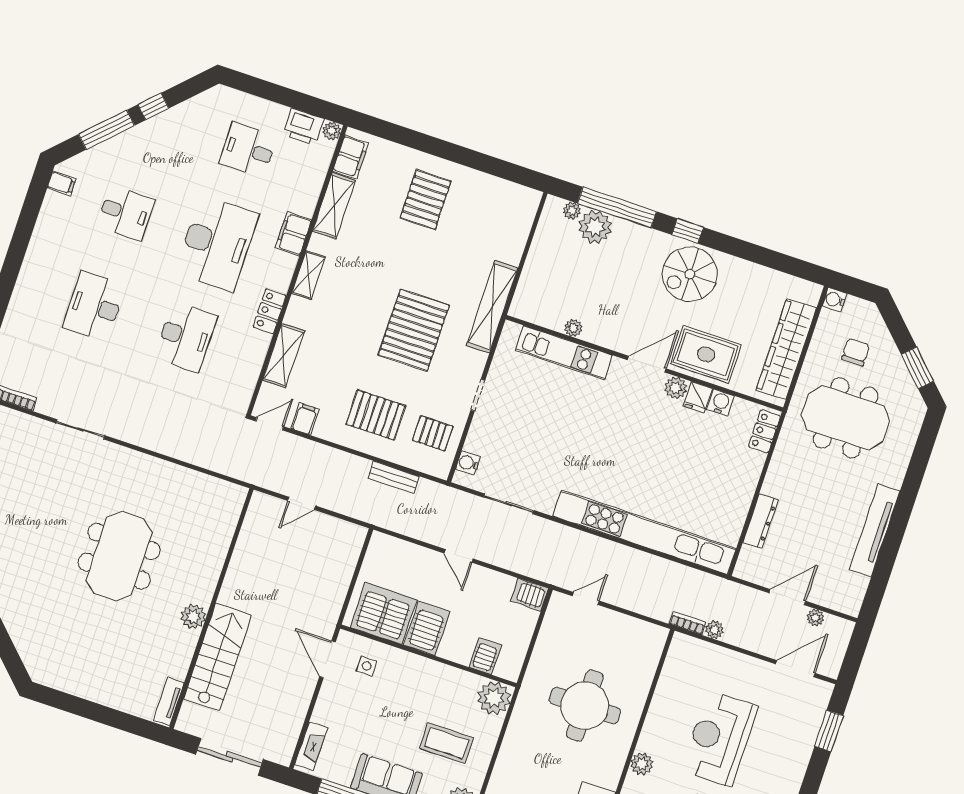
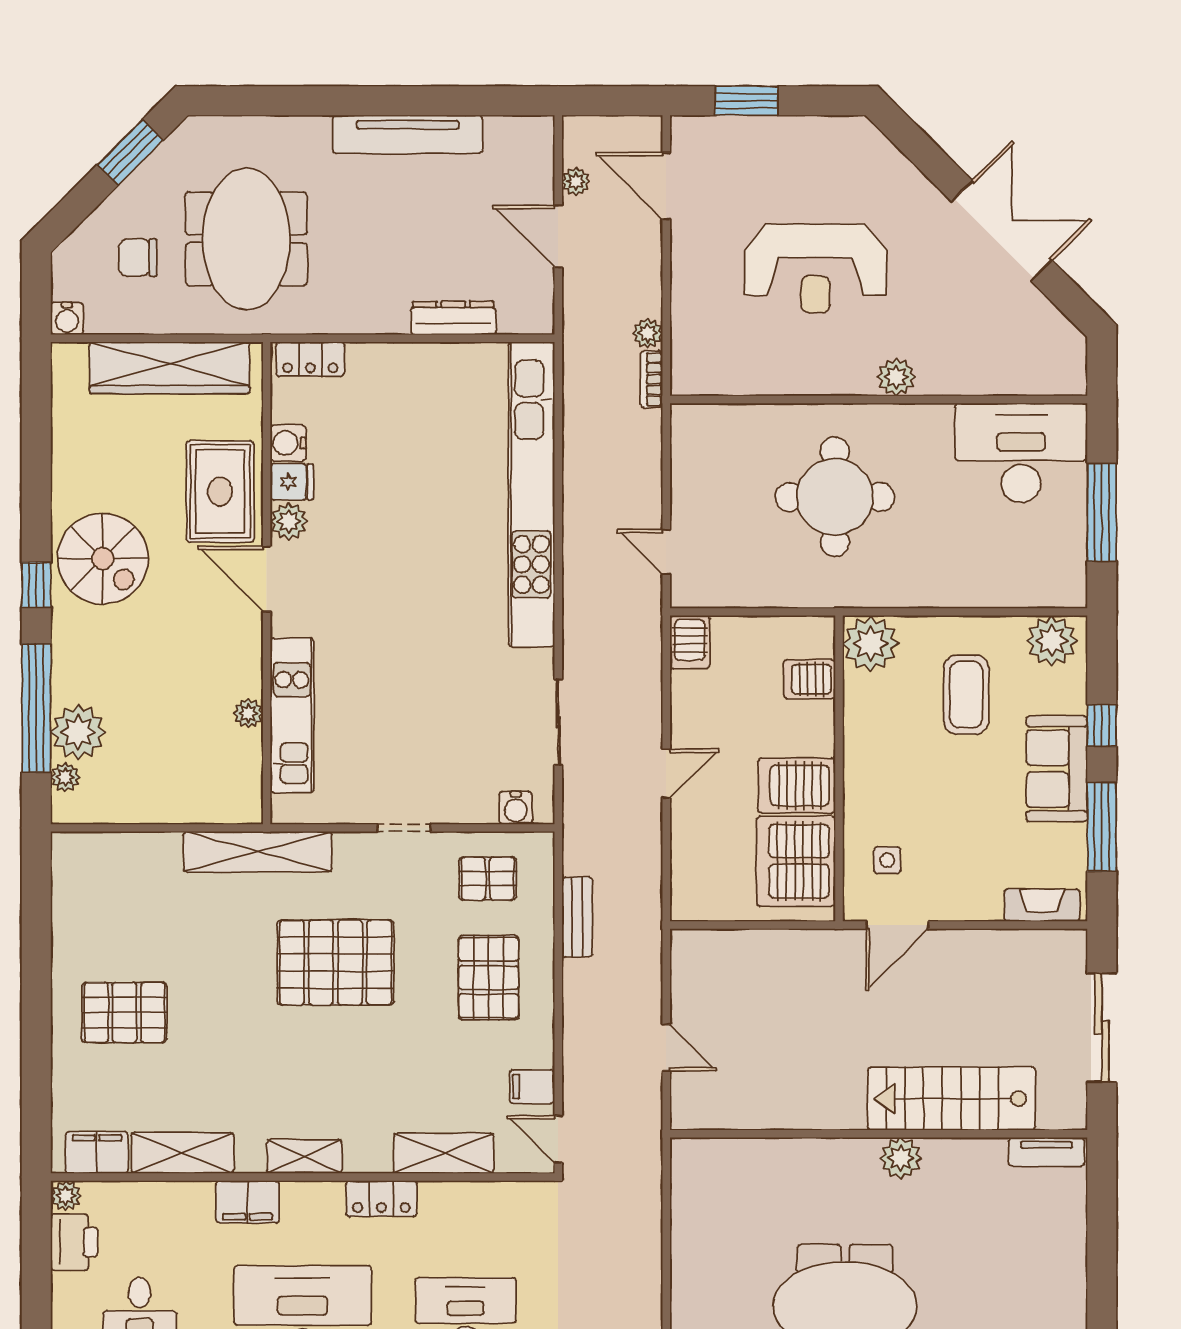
pallet: (433, 433) -> (488, 879), turned 90

